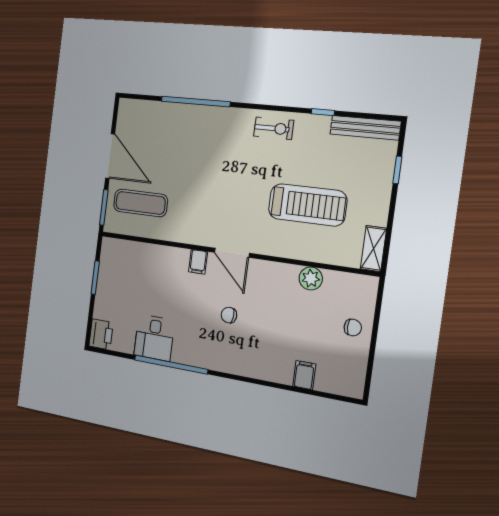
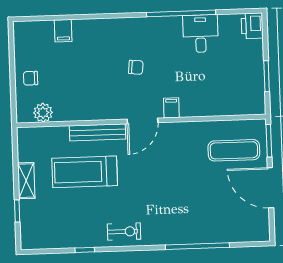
exercise bike: (274, 128) -> (124, 232), turned 180
bench: (365, 128) -> (98, 132), moved
shelving: (373, 249) -> (26, 181), moved
door: (232, 253) -> (142, 121), swing flipped
plant: (311, 278) -> (43, 113), moved

